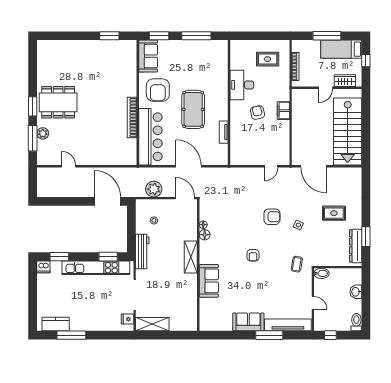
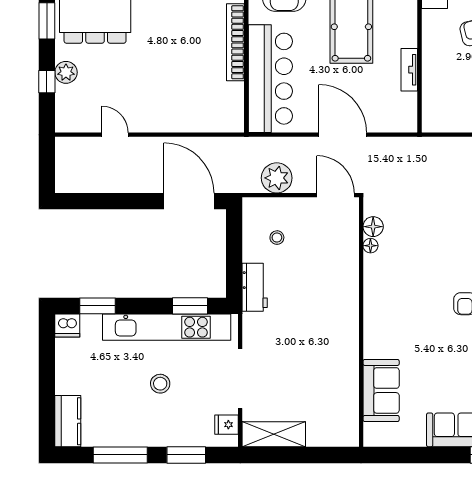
window: (33, 138) -> (47, 82), width x0.46
floor lamp: (205, 235) -> (373, 227), moved
workbench: (142, 251) -> (255, 287), width x0.73
shelving: (191, 257) -> (347, 307), removed
sofa: (209, 281) -> (381, 390), moved
stool: (92, 297) -> (160, 384), added
kitchen counter: (56, 324) -> (68, 421), moved, turned 90
window: (106, 335) -> (186, 455), added

